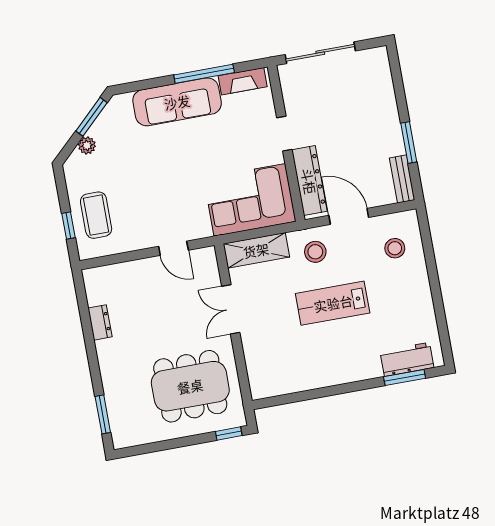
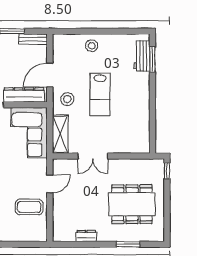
coffee table: (96, 215) -> (29, 207), moved
window: (68, 225) -> (25, 244), removed
stool: (395, 248) -> (92, 46), moved
dining table: (190, 386) -> (132, 204), moved, turned 90
window: (103, 414) -> (128, 244), moved

